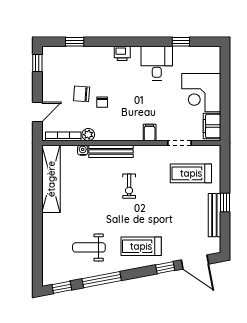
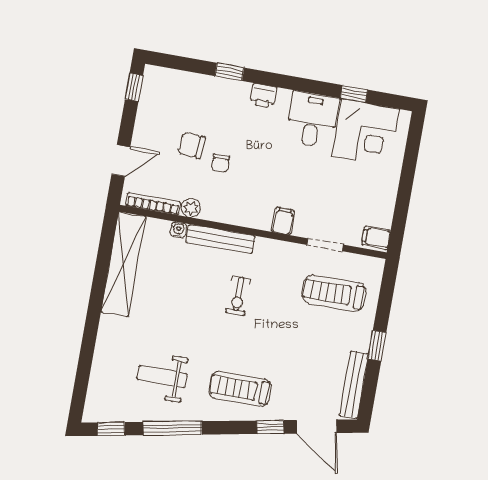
window: (75, 42) -> (230, 72), moved
corner desk: (201, 93) -> (366, 133), moved, turned -90
filing cabinet: (212, 126) -> (376, 238), width x0.50
bench: (214, 215) -> (354, 385), moved

